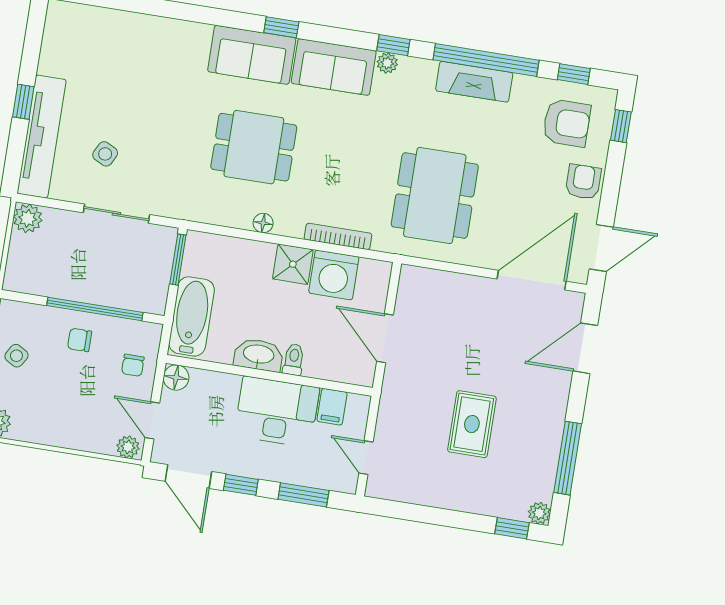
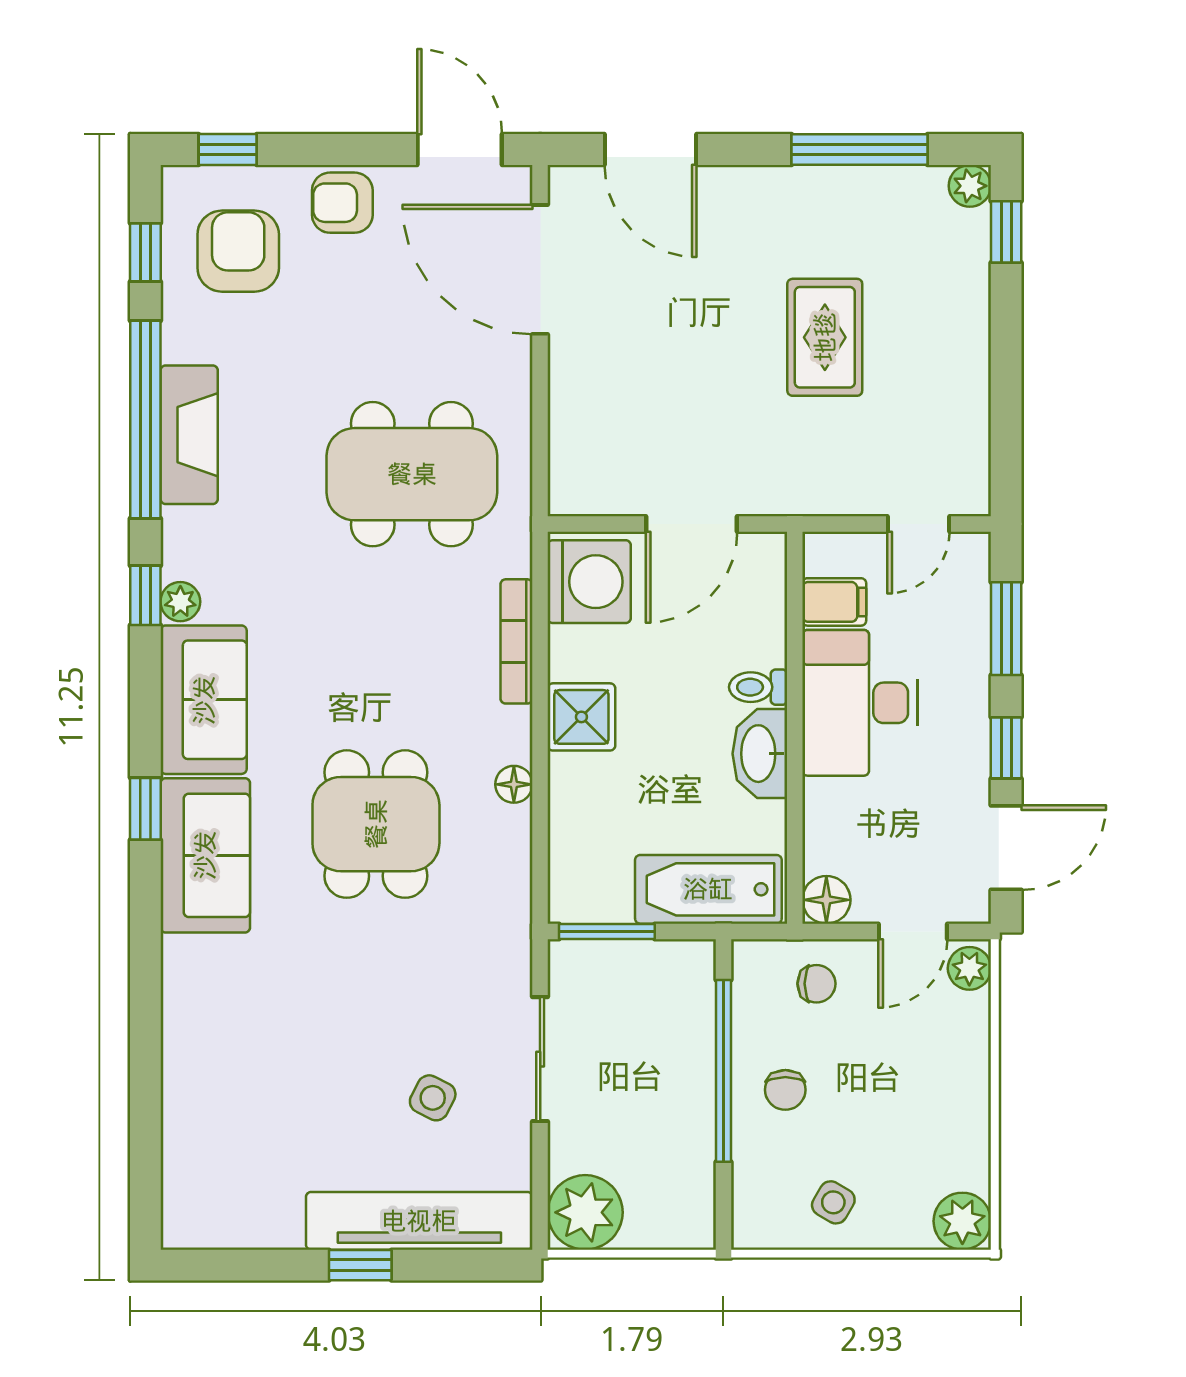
plant: (28, 218) -> (585, 1212), width x1.36, depth x1.36
washing machine: (334, 275) -> (589, 582), moved
rug: (472, 424) -> (825, 337), turned 90

